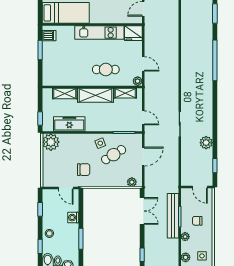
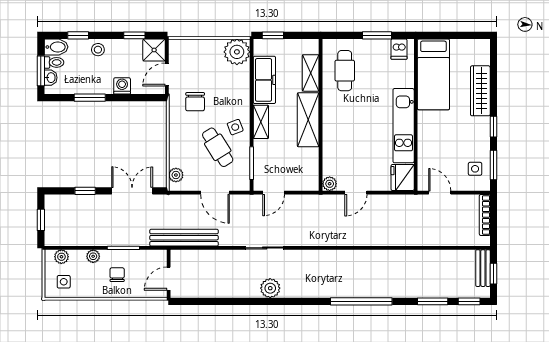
cafe table: (106, 70) -> (345, 71), moved
shelving: (125, 93) -> (261, 122), moved
plant: (206, 143) -> (270, 288), moved
window: (215, 166) -> (201, 301), removed
shower: (50, 196) -> (154, 50), added
double door: (142, 211) -> (132, 191), swing flipped
bench: (173, 216) -> (184, 238), moved
window: (142, 255) -> (85, 191), moved

